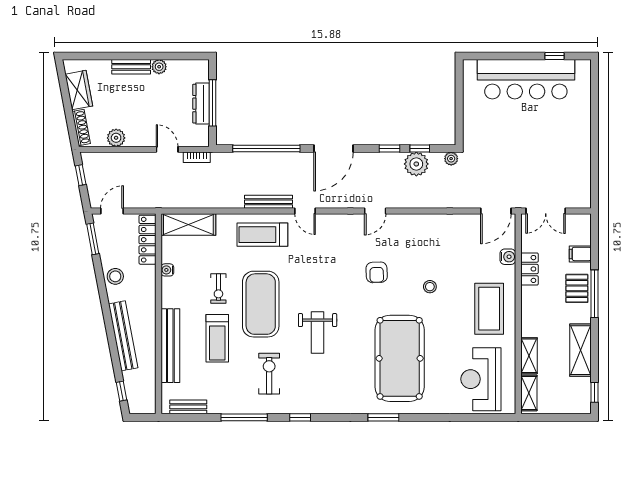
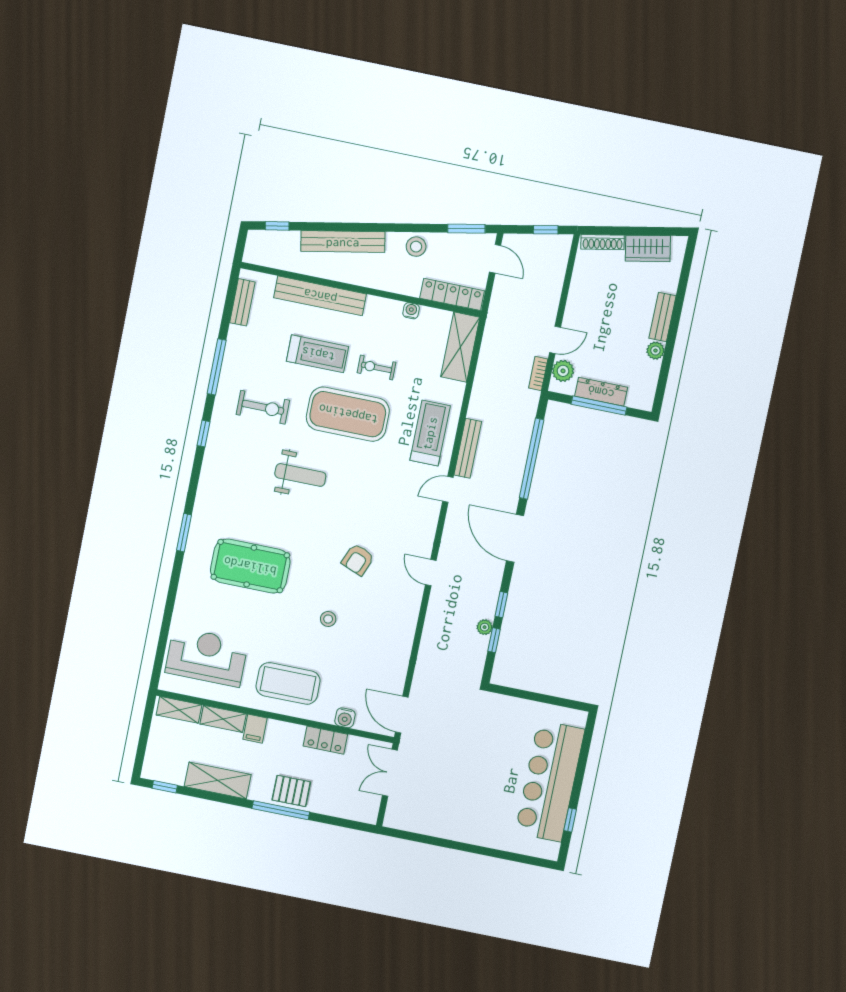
plant: (116, 138) -> (563, 371), moved
plant: (451, 159) -> (474, 675), removed
plant: (416, 164) -> (485, 627), width x0.53, depth x0.53
filing cabinet: (580, 254) -> (255, 729), moved, turned 180
armchair: (377, 272) -> (358, 560), turned -66
weight bench: (318, 333) -> (300, 475), turned 180
treadmill: (217, 338) -> (318, 354), turned 180
pool table: (400, 358) -> (250, 566), width x0.73, depth x0.76

